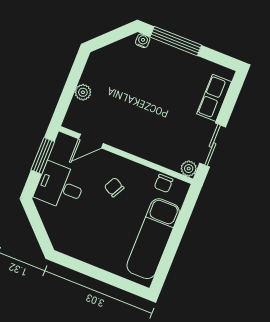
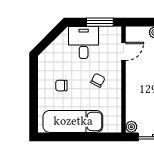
door: (91, 141) -> (123, 52), swing flipped
chair: (164, 183) -> (61, 86), moved

